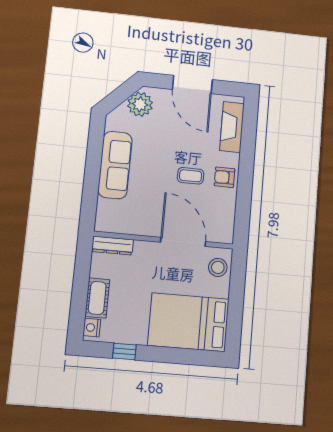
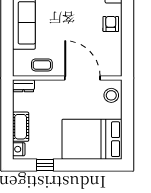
coffee table: (191, 176) -> (42, 65), moved
armchair: (225, 177) -> (111, 24), turned 90
dresser: (113, 246) -> (23, 86), width x0.70

